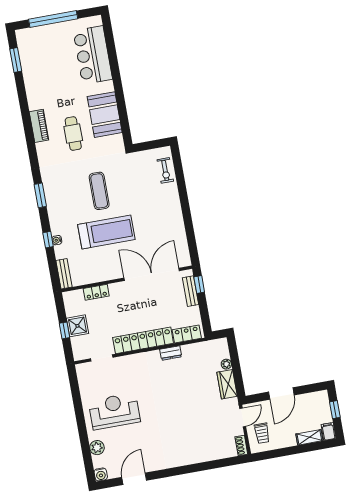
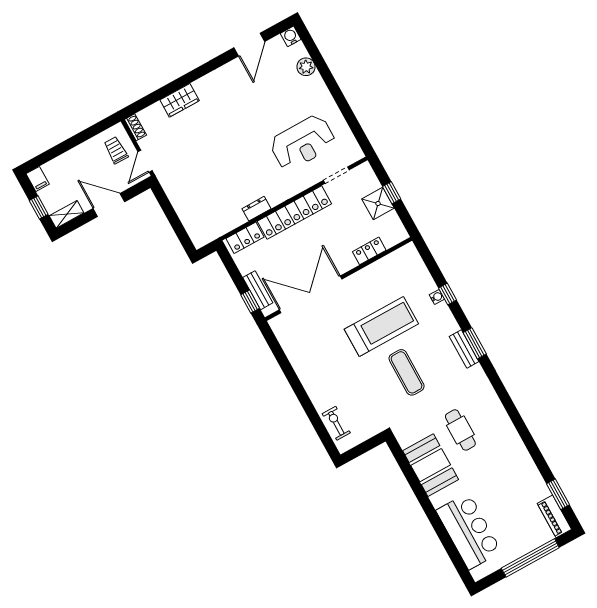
piano: (39, 126) -> (554, 516), moved
treadmill: (106, 232) -> (381, 326), turned 180
bench: (64, 274) -> (464, 349), moved
double door: (152, 274) -> (311, 294), swing flipped
plant: (226, 364) -> (186, 218), removed
wardrobe: (227, 384) -> (180, 100), moved, turned 90
door: (281, 394) -> (109, 205), hinge flipped
reception desk: (114, 411) -> (303, 143), moved
shelving: (309, 437) -> (67, 214), moved

